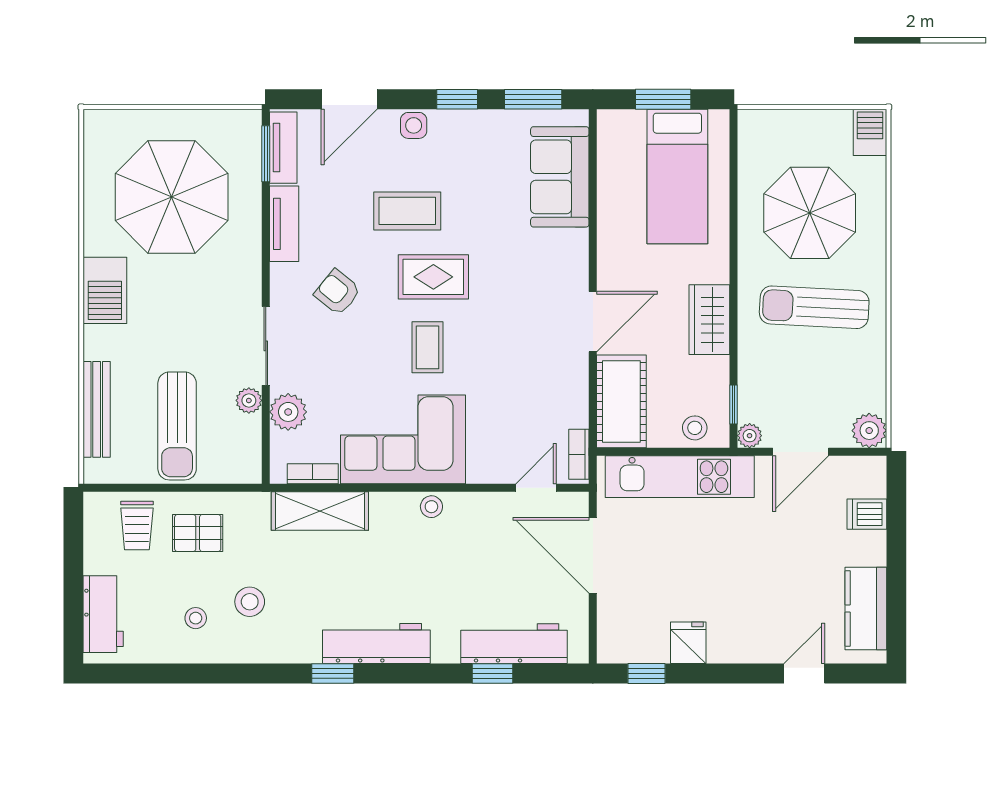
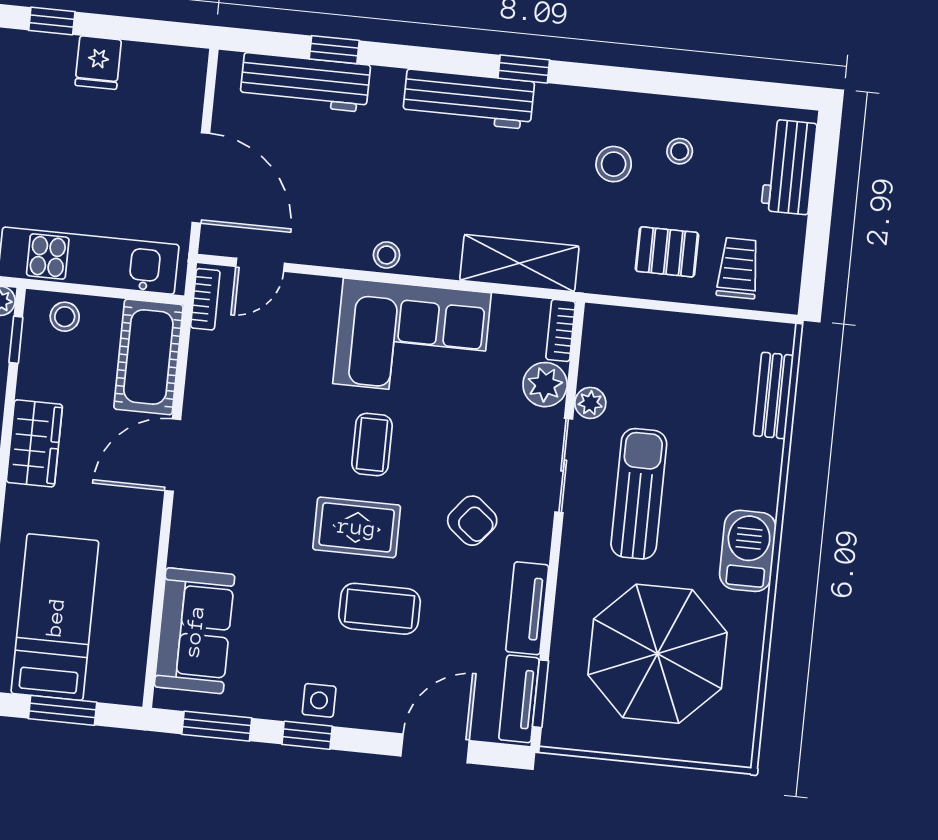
side table: (414, 125) -> (319, 700), moved
bench: (97, 409) -> (773, 395), width x0.73
sun lounger: (177, 426) -> (639, 494), moved
bookcase: (313, 474) -> (561, 330), moved, turned 90
window: (646, 674) -> (52, 21), moved

